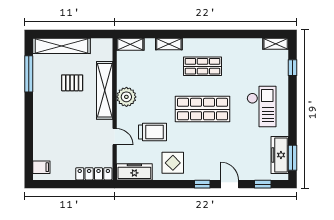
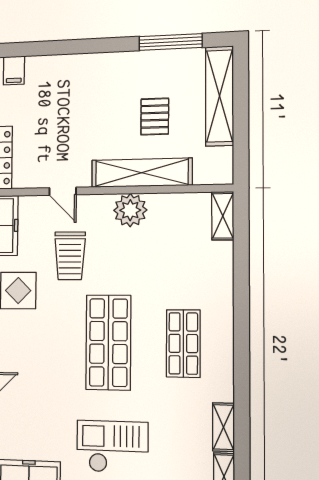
shelving: (169, 44) -> (223, 427), moved
checkout: (262, 106) -> (112, 447), turned 180
door: (115, 137) -> (63, 191), hinge flipped

